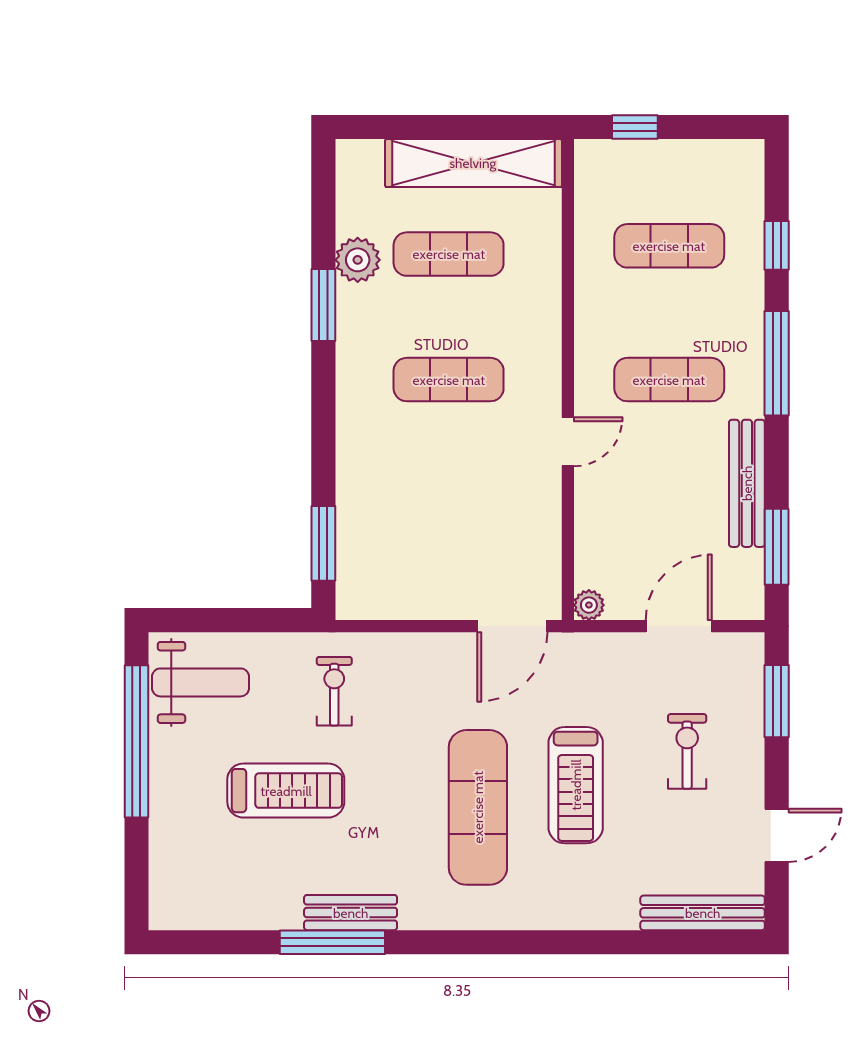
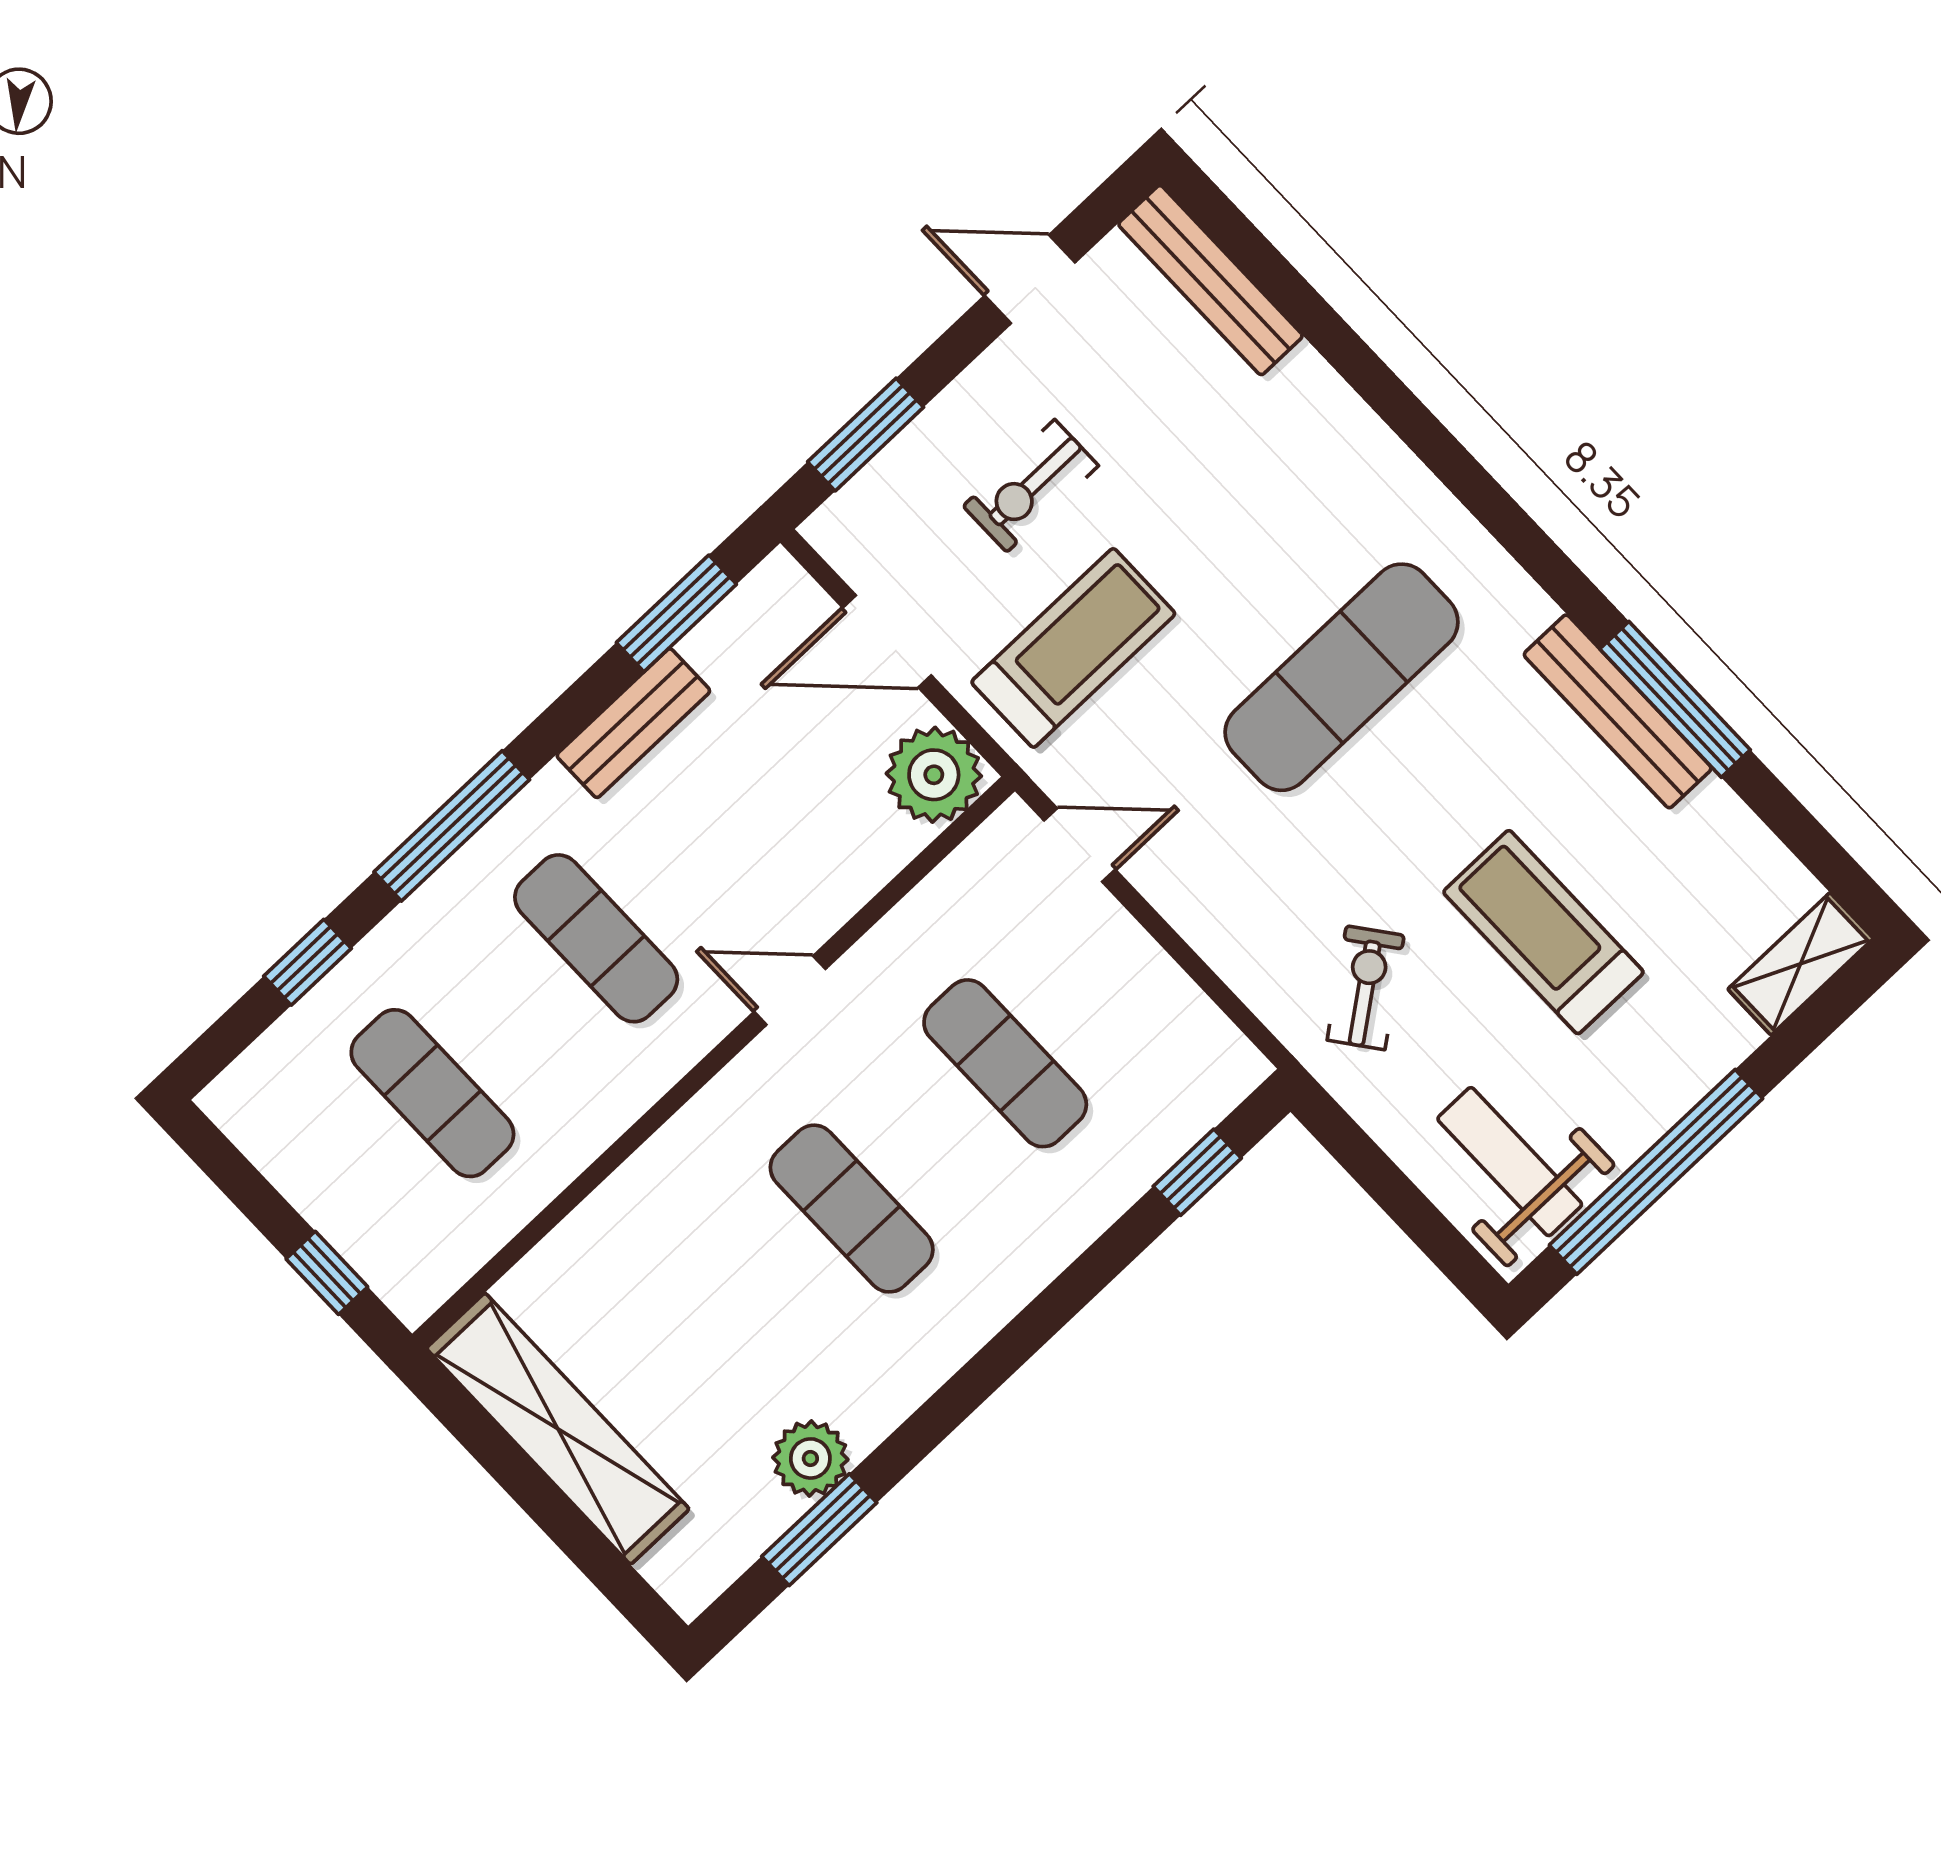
exercise mat: (449, 254) -> (1005, 1063), moved
window: (323, 305) -> (819, 1530), moved
bench: (747, 483) -> (633, 723), width x0.73
window: (323, 543) -> (1197, 1172), width x0.67
plant: (589, 605) -> (934, 775), width x1.88, depth x1.88
door: (512, 626) -> (1080, 845), width x0.73
exercise bike: (334, 691) -> (1366, 988), turned 143
treadmill: (576, 785) -> (1073, 648), moved
shelving: (167, 888) -> (1801, 964), added
bench: (351, 913) -> (1618, 711), width x1.36

